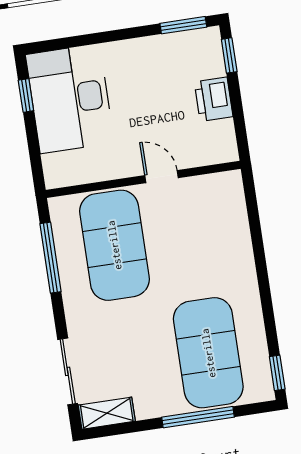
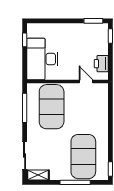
desk: (70, 99) -> (42, 59), moved
printer: (214, 99) -> (101, 64), moved
door: (161, 177) -> (86, 82), moved

